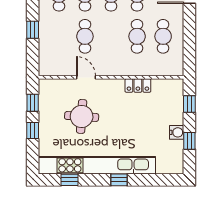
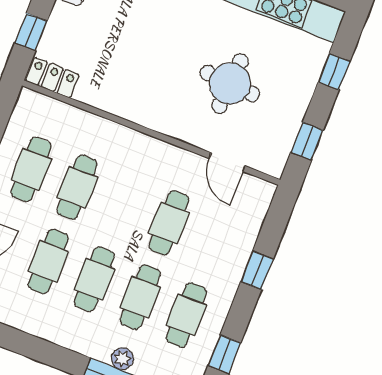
door: (86, 77) -> (227, 162), moved
locker: (138, 85) -> (52, 78), moved
window: (33, 130) -> (334, 72), moved

